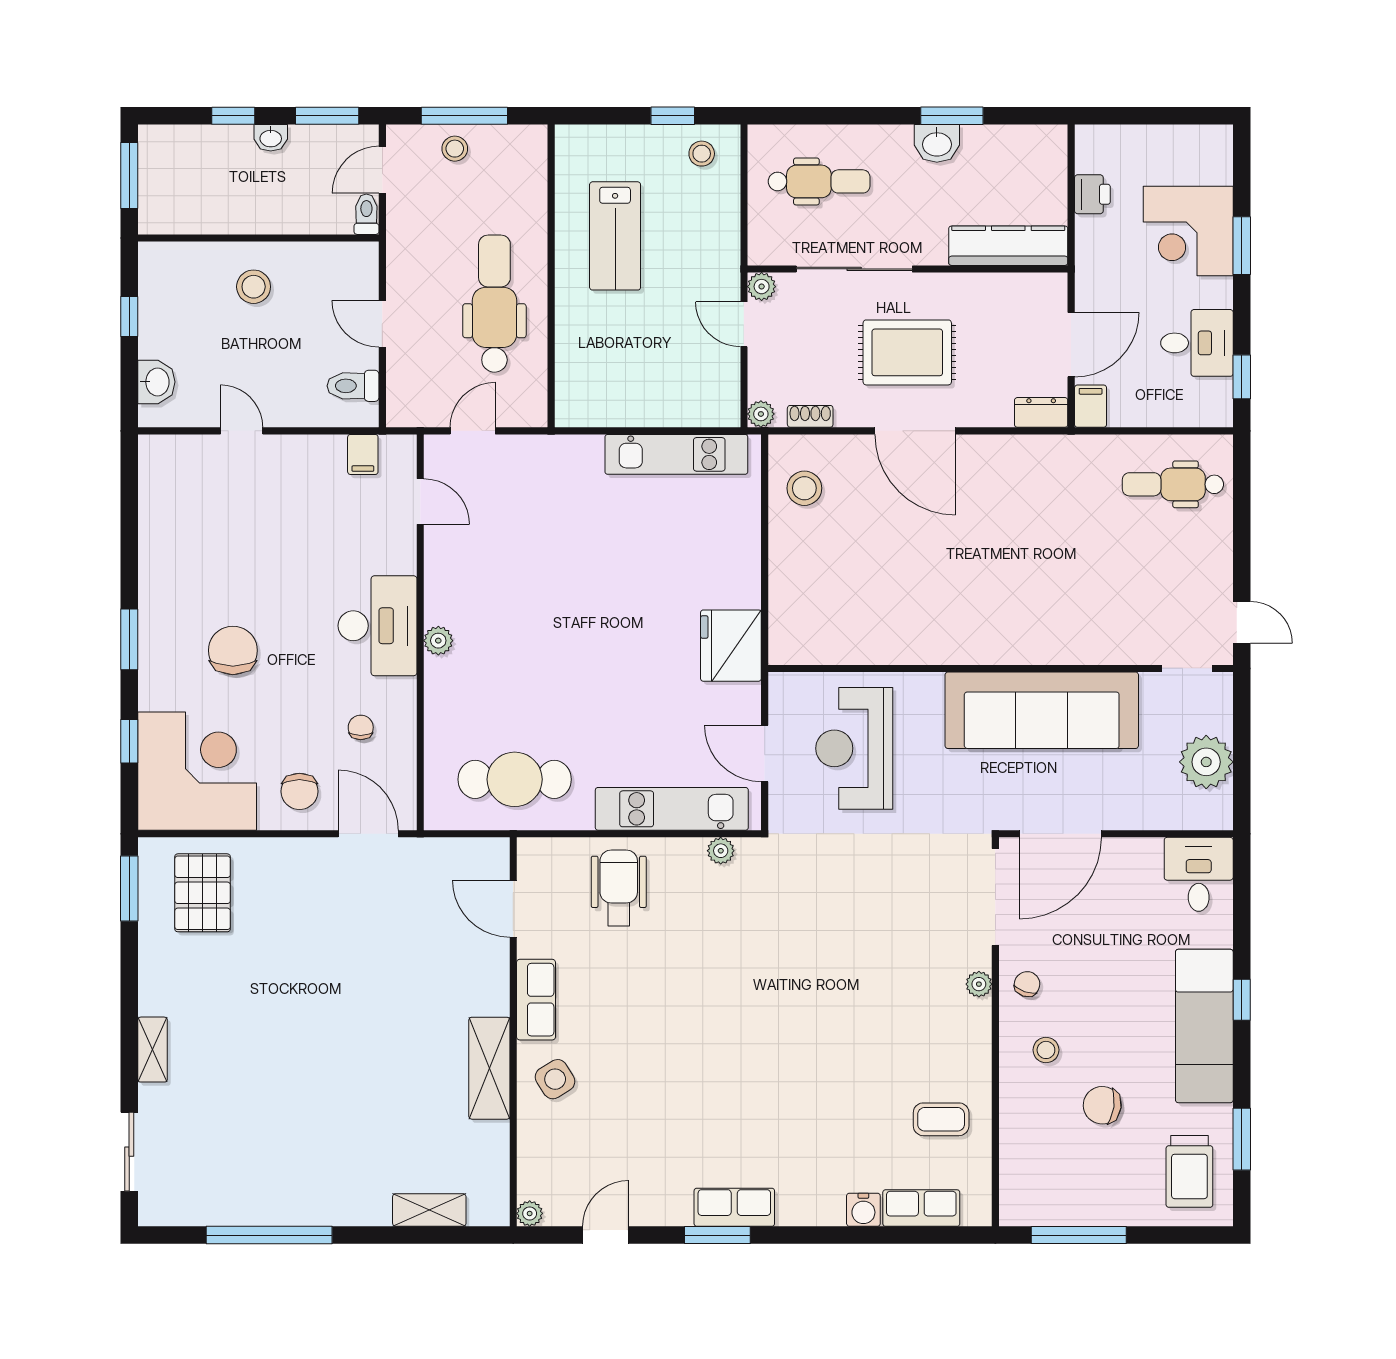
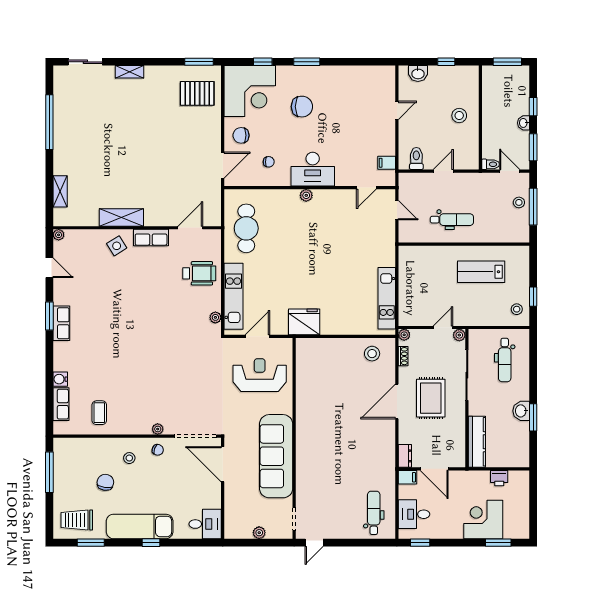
window: (1242, 246) -> (498, 543), moved
dental chair: (494, 304) -> (452, 220), width x0.73, depth x0.72
desk: (1197, 343) -> (414, 514), moved, turned 90
plant: (1206, 762) -> (259, 533), width x0.53, depth x0.53

